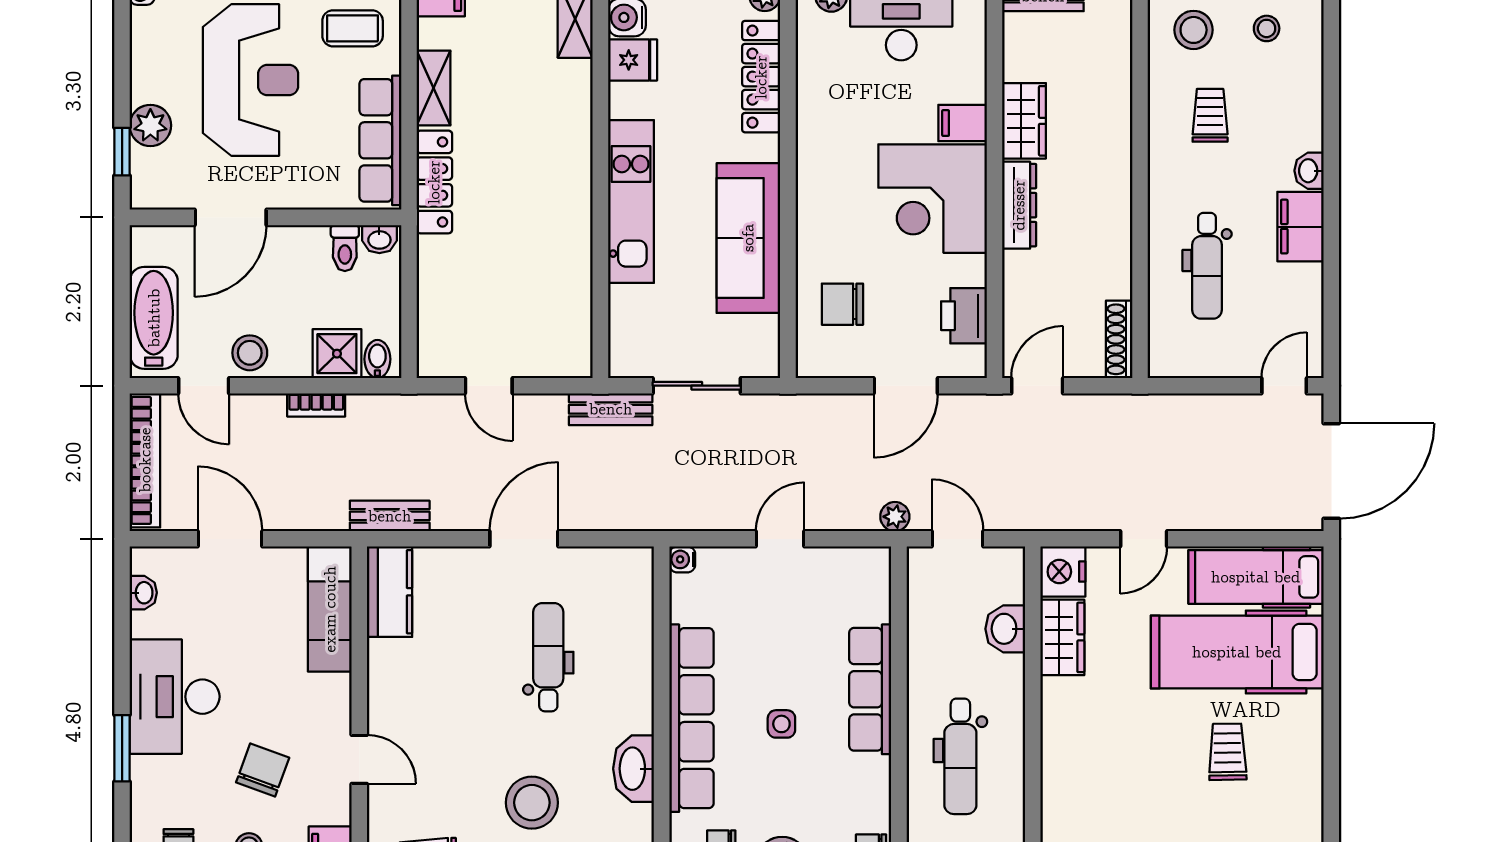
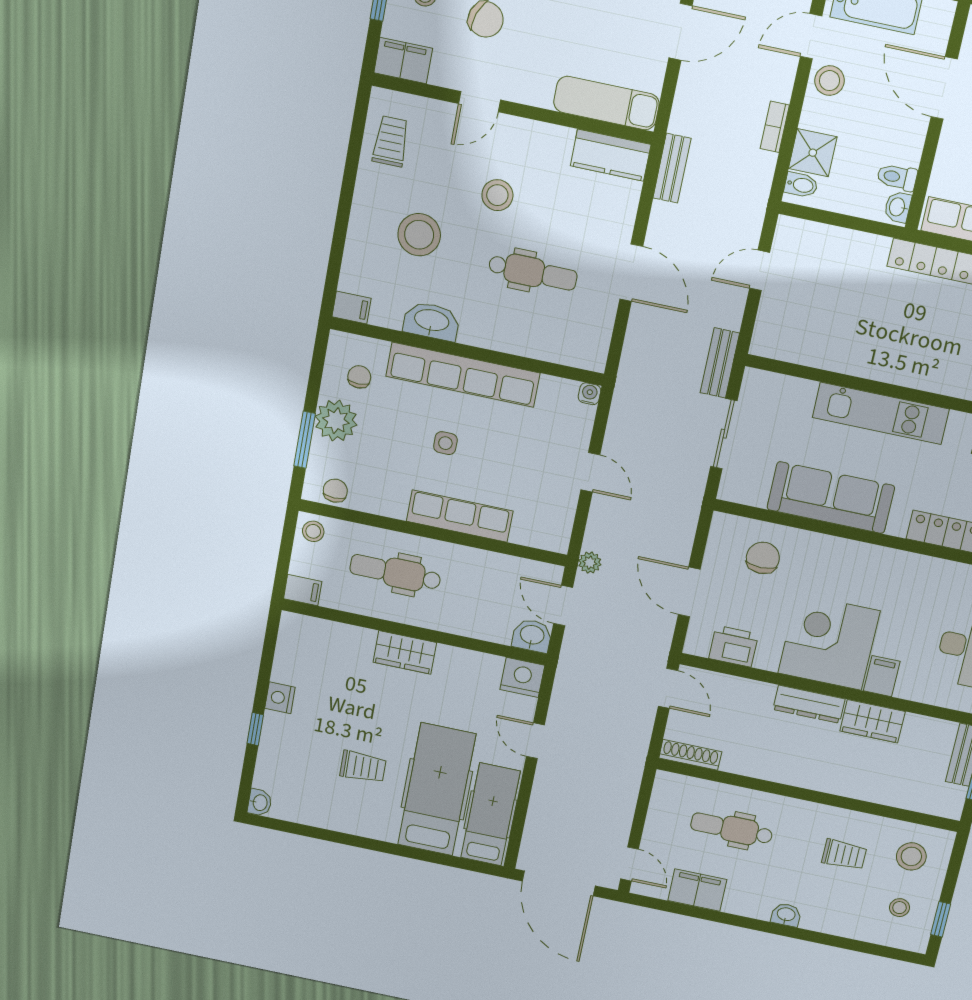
filing cabinet: (1300, 227) -> (697, 890), moved
door: (958, 539) -> (563, 606), swing flipped
washbasin: (1005, 629) -> (532, 636), moved
wardrobe: (1062, 637) -> (405, 652), moved
stool: (465, 717) -> (497, 195), added

